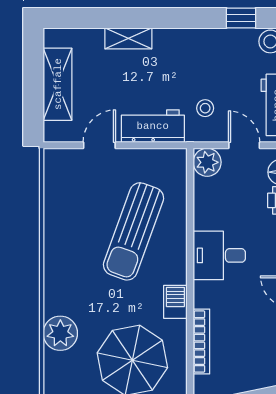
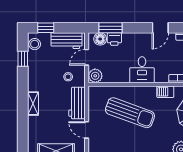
shelving: (128, 38) -> (33, 104), moved

